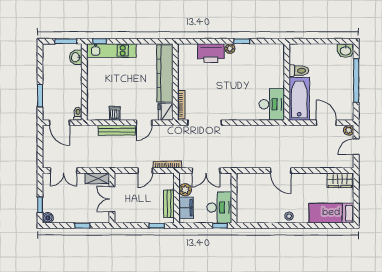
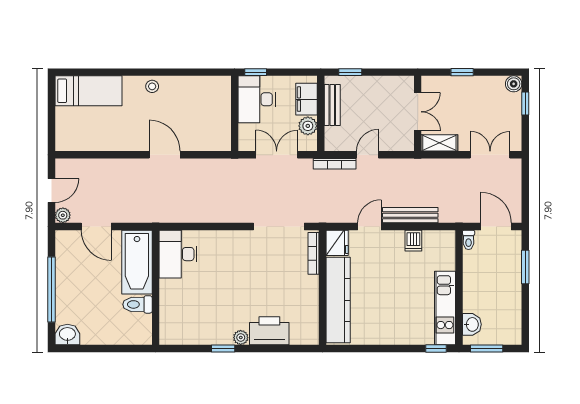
kitchen unit: (111, 51) -> (445, 308), moved, turned -90
wardrobe: (340, 180) -> (76, 140), removed

